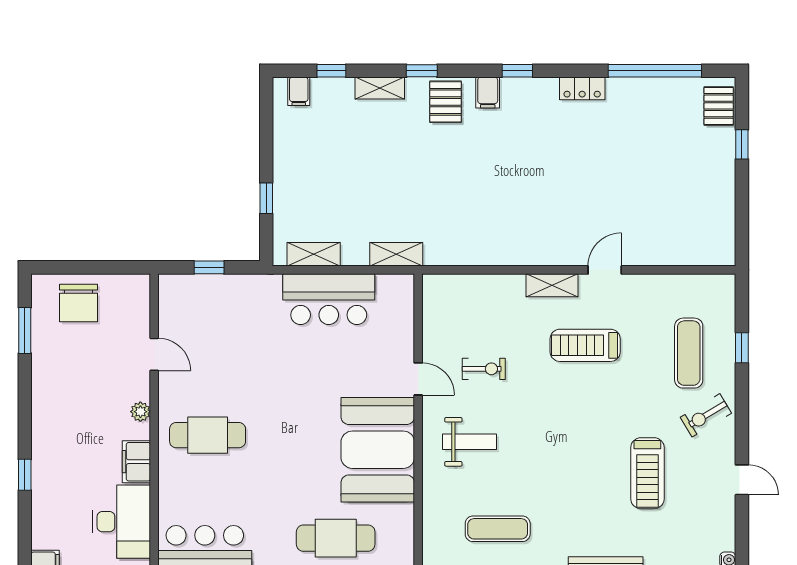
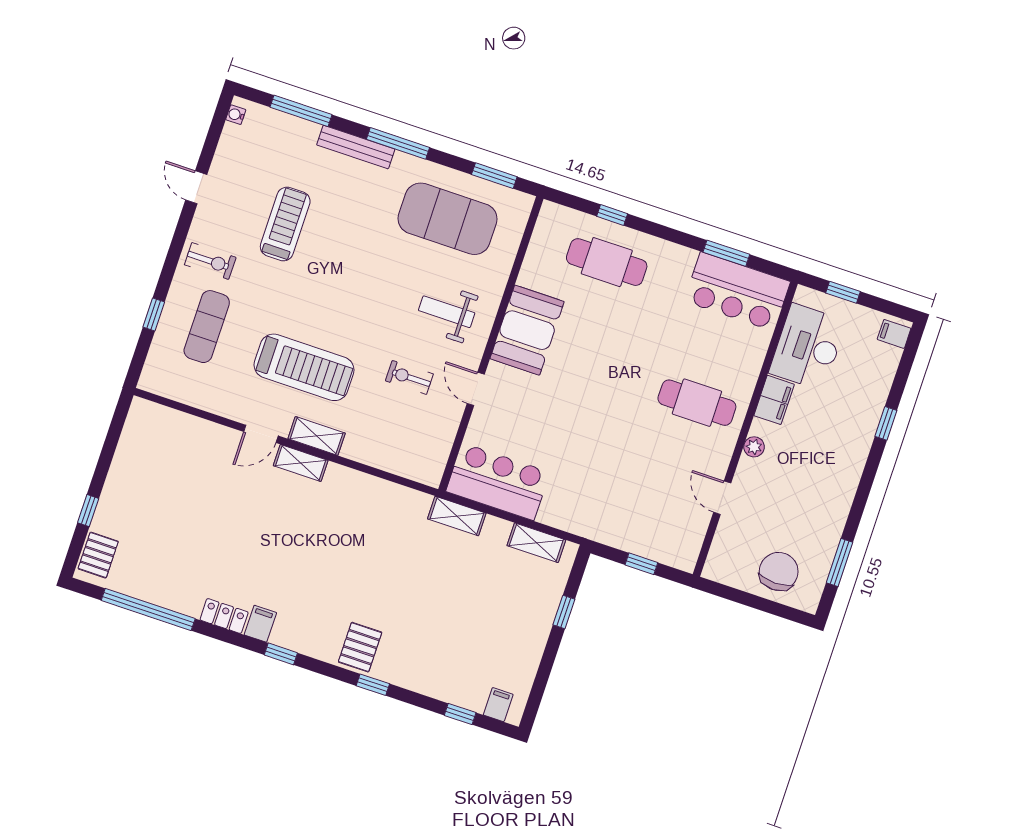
shelving: (380, 88) -> (301, 463), moved
filing cabinet: (488, 93) -> (260, 624), moved
bar counter: (329, 299) -> (498, 482), moved
treadmill: (585, 345) -> (304, 367), width x1.37, depth x1.38
exercise bike: (706, 415) -> (210, 261), turned 31
booth: (378, 450) -> (527, 330), width x0.73, depth x0.70
exercise mat: (498, 529) -> (448, 219), width x2.00, depth x1.45

